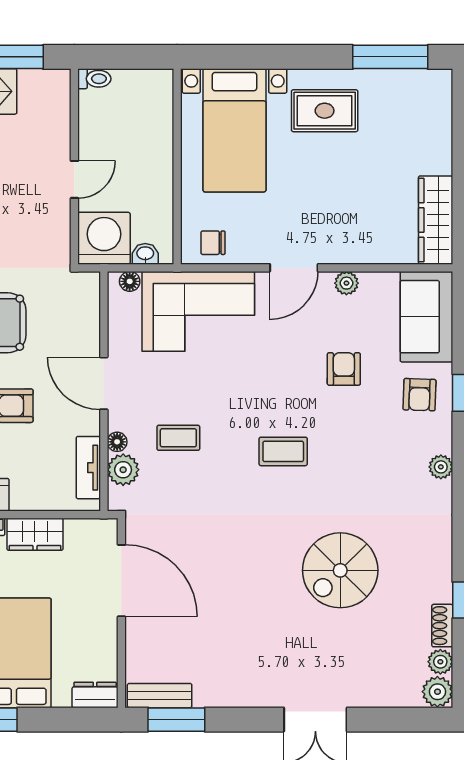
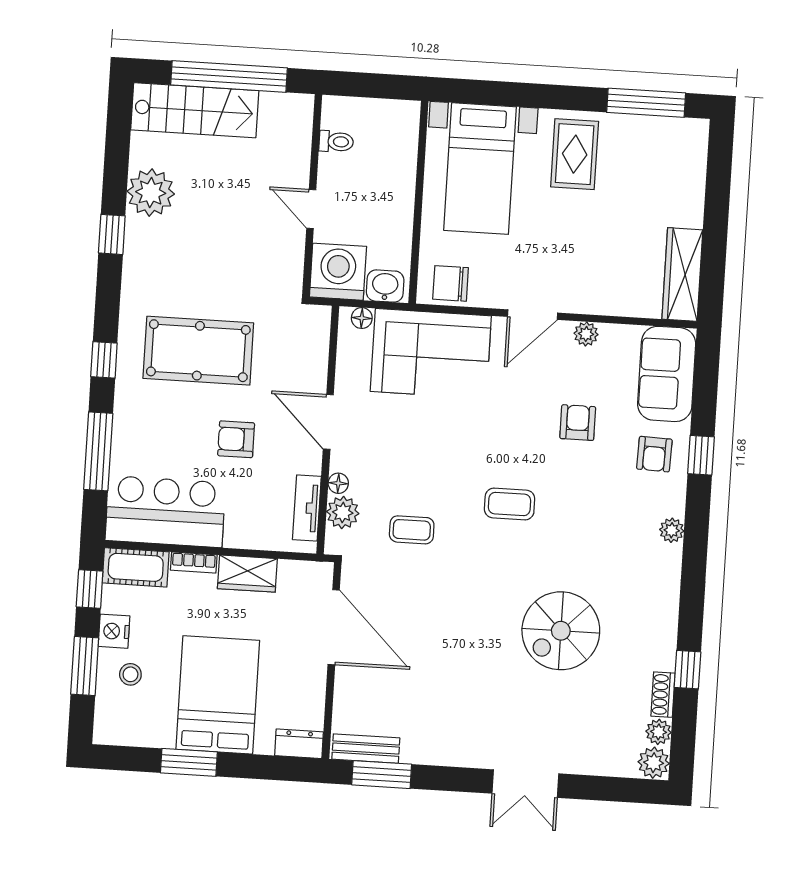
toilet: (94, 79) -> (336, 142), moved
rug: (325, 111) -> (575, 154), turned 90
door: (74, 179) -> (311, 209), swing flipped
chair: (213, 243) -> (451, 283), width x1.37, depth x1.37
washbasin: (145, 254) -> (385, 286), width x1.38, depth x1.45
coffee table: (178, 438) -> (412, 530), moved

